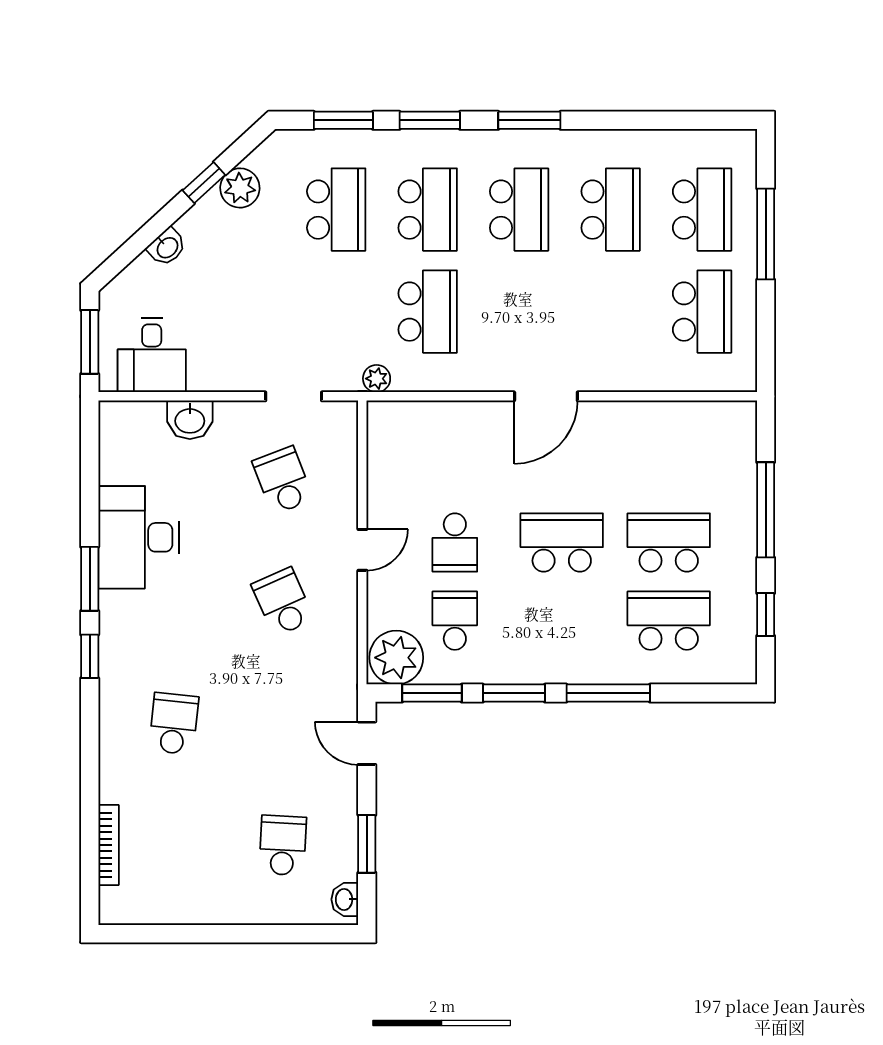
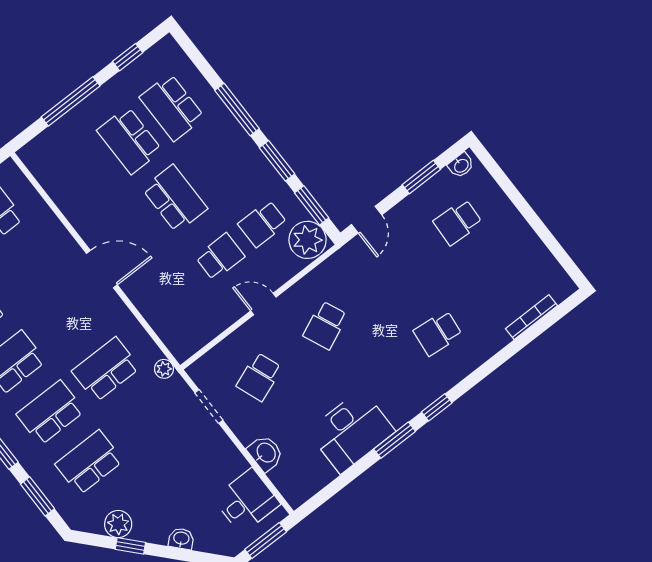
school desk: (562, 542) -> (175, 199), turned 180

